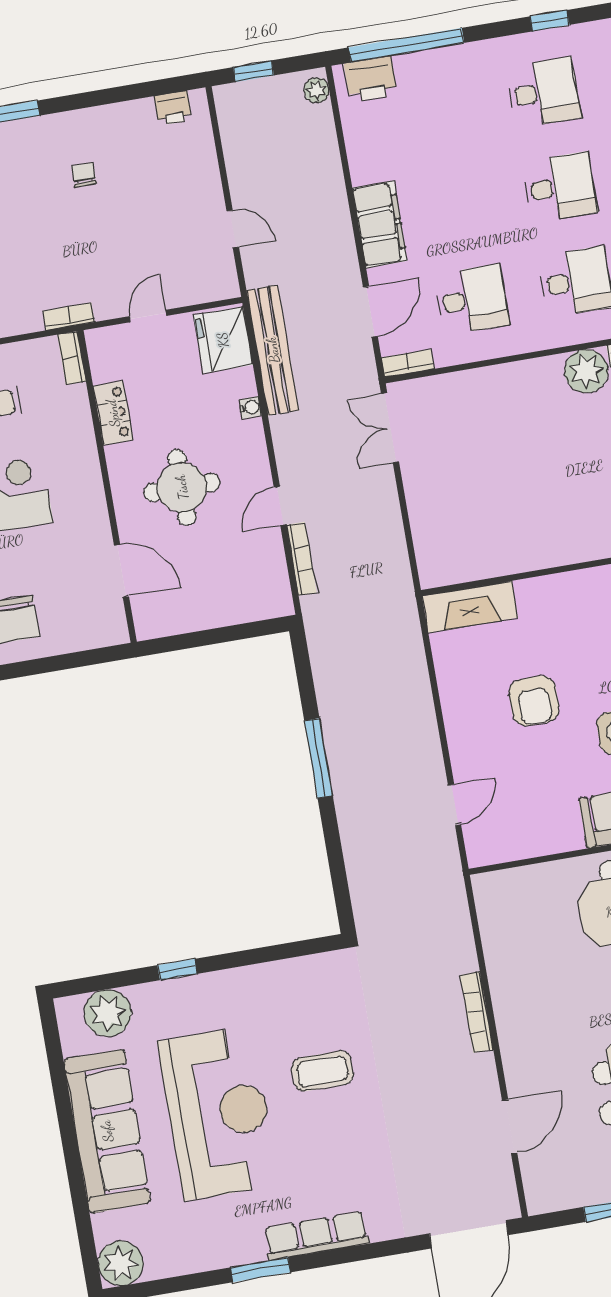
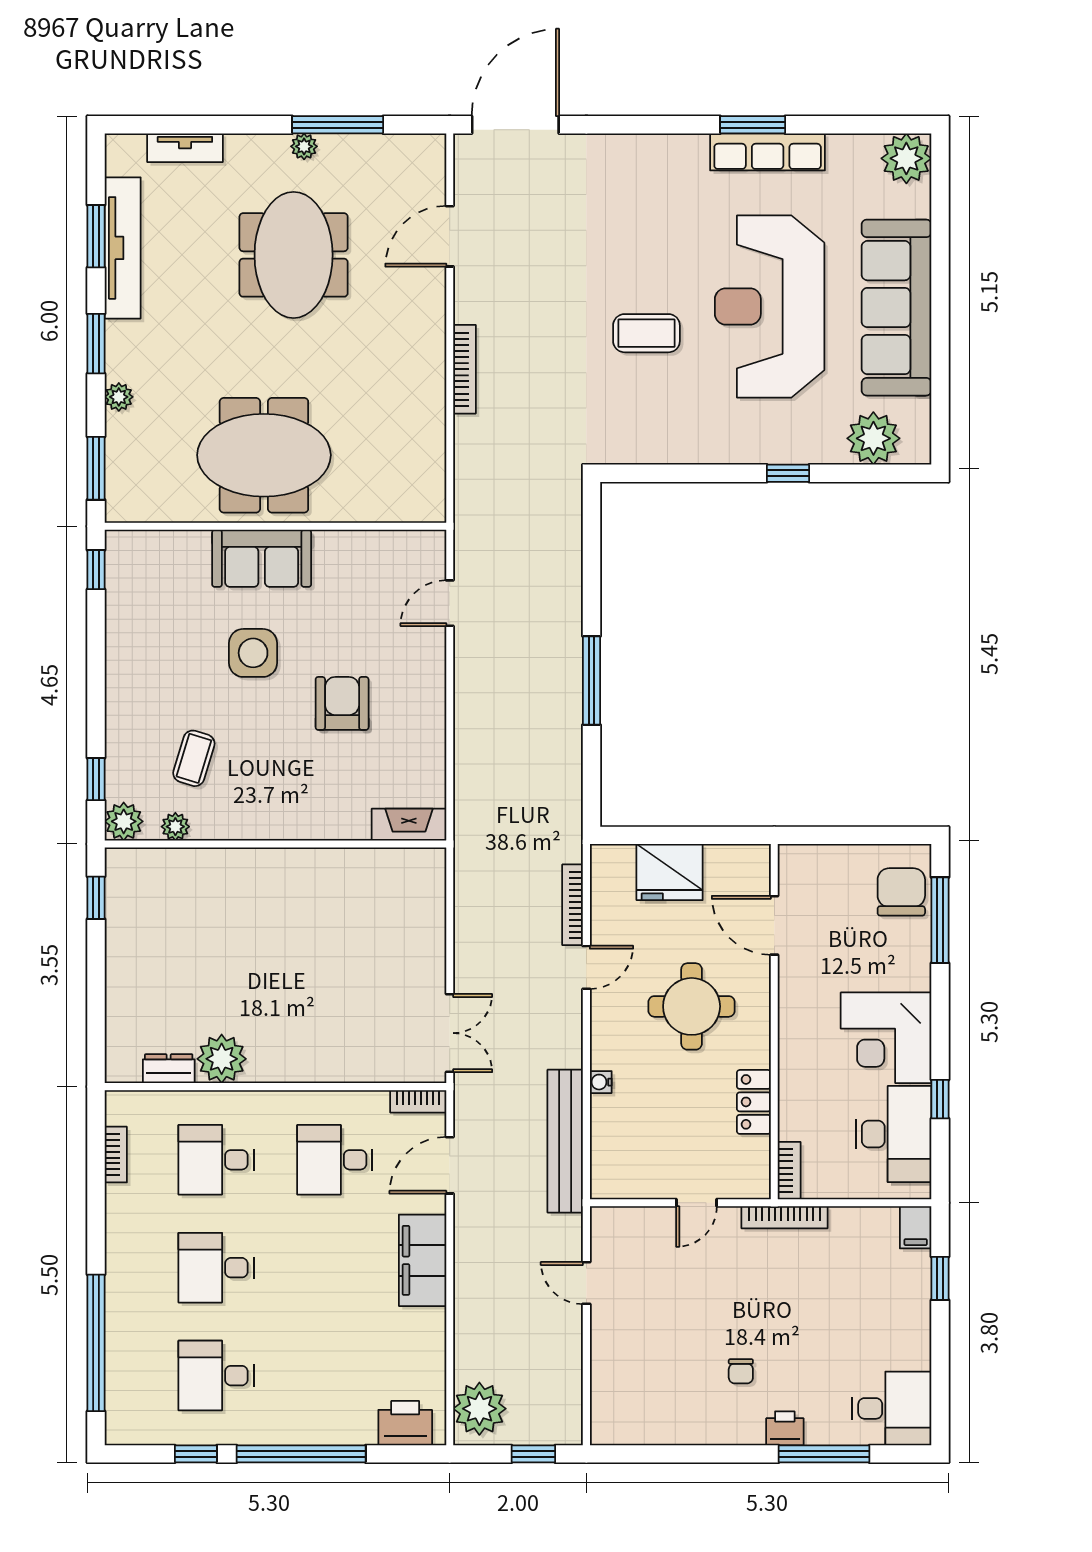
window: (406, 45) -> (301, 1454), moved
plant: (317, 90) -> (479, 1409), width x1.87, depth x1.87
printer: (173, 108) -> (785, 1428), moved
bookcase: (69, 316) -> (785, 1217), width x1.56
fridge: (223, 340) -> (670, 872), moved, turned 90
fireplace: (470, 607) -> (409, 825), width x0.73, depth x0.76
row of seats: (316, 1236) -> (768, 152), moved

